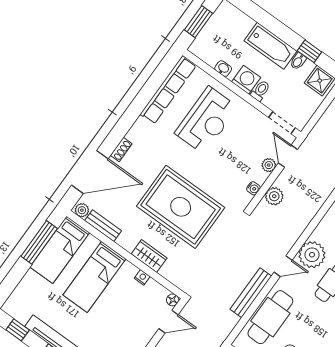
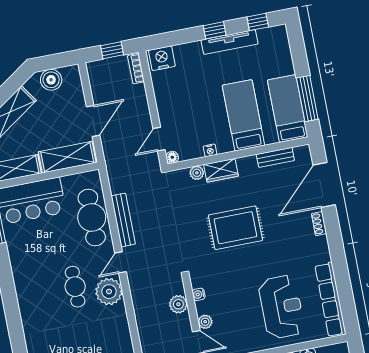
reception desk: (206, 120) -> (282, 307), turned 180
rug: (181, 207) -> (235, 228), width x0.73, depth x0.69
plant: (82, 210) -> (197, 173), moved

